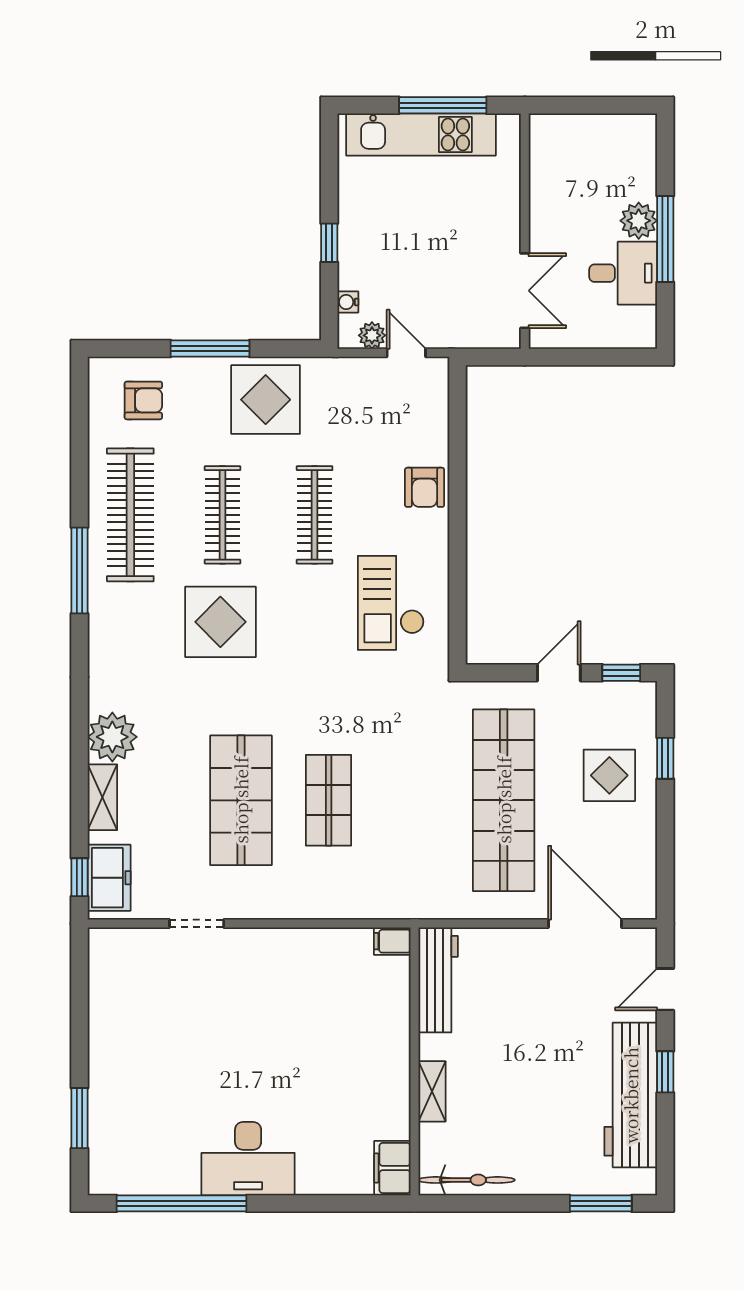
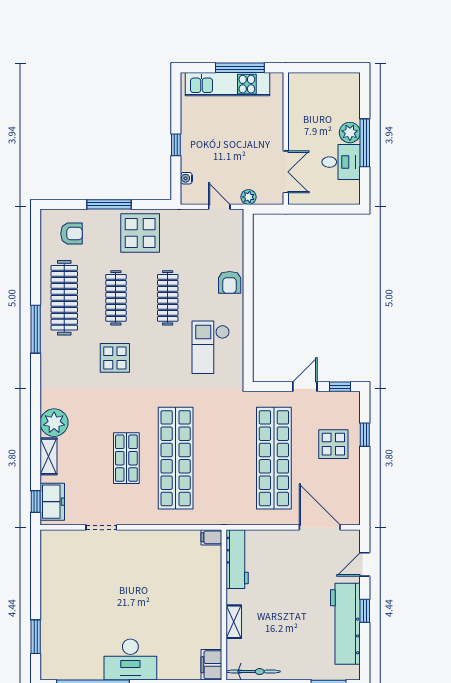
plant: (372, 335) -> (249, 197), moved
display table: (220, 622) -> (115, 358), width x0.73, depth x0.73
shop shelf: (241, 800) -> (126, 458), width x0.70, depth x0.74
shop shelf: (329, 800) -> (176, 458), width x2.00, depth x1.36

